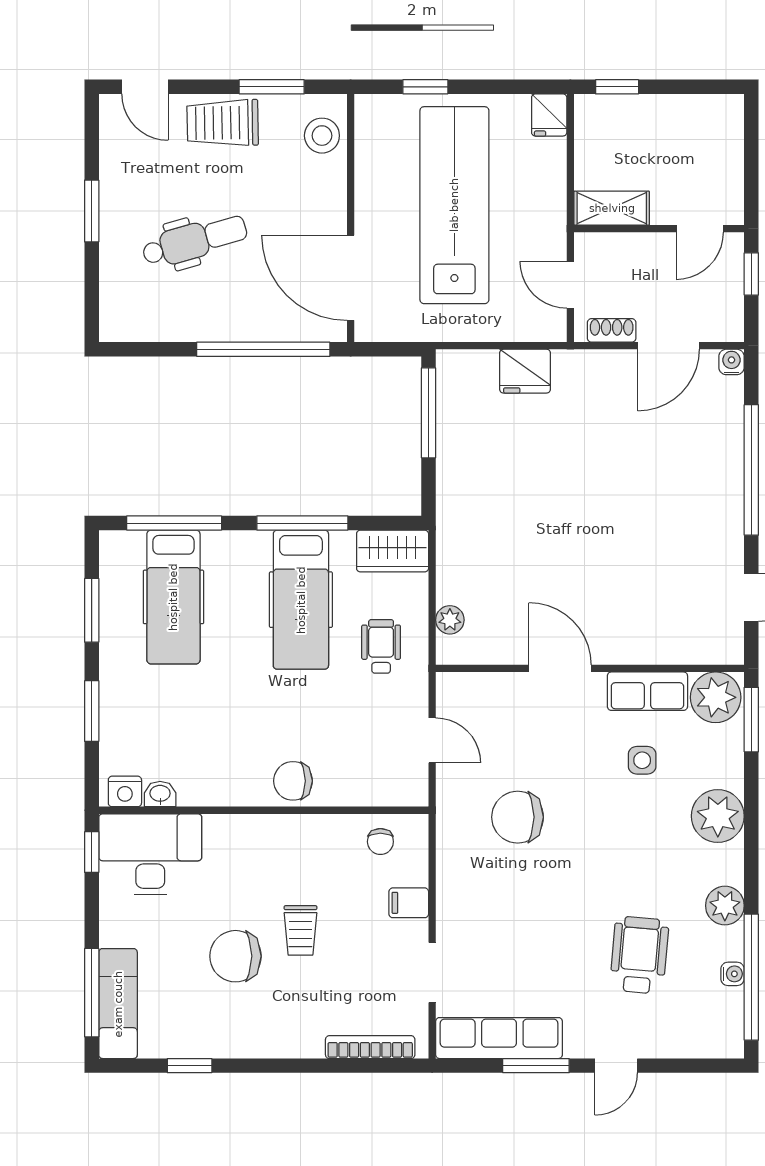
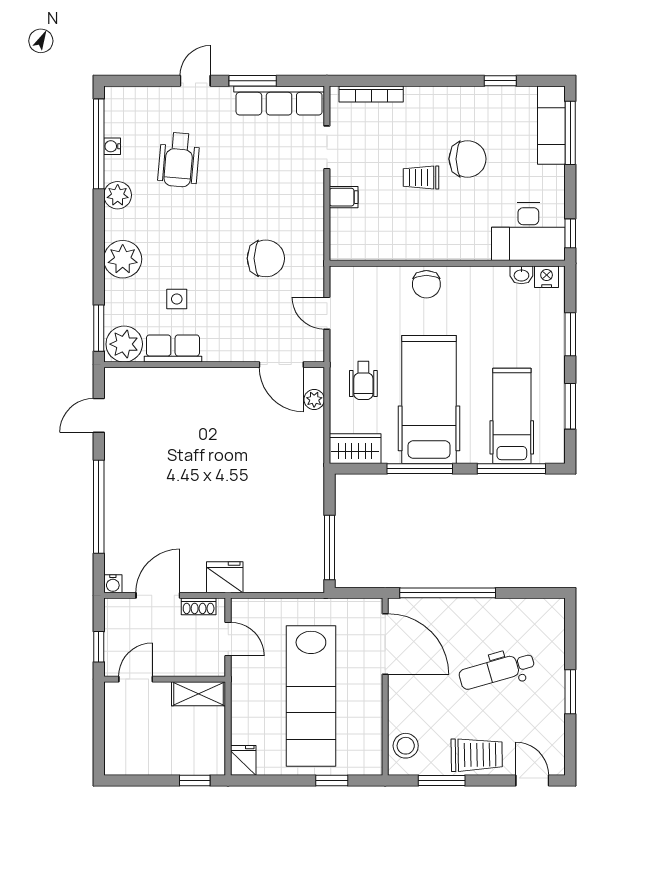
fridge: (525, 371) -> (225, 577), moved
hospital bed: (301, 600) -> (429, 399), width x1.37, depth x1.29
door: (560, 668) -> (281, 365), moved
chair: (293, 781) -> (426, 284), turned 90
chair: (380, 842) -> (364, 241), removed
trolley: (300, 930) -> (421, 177), turned -90

